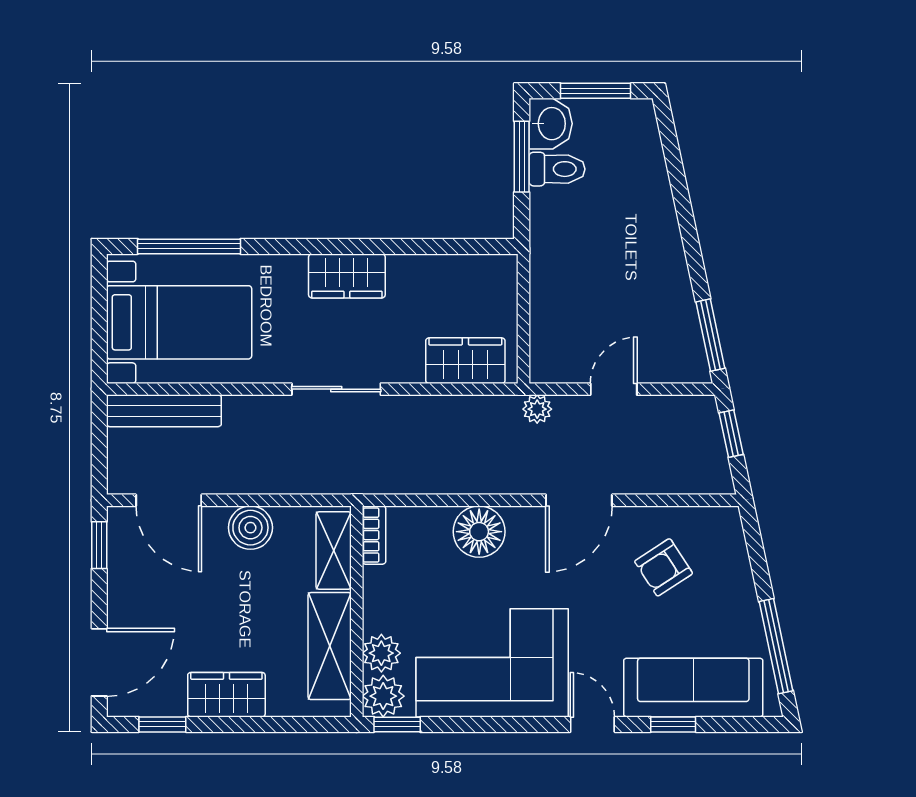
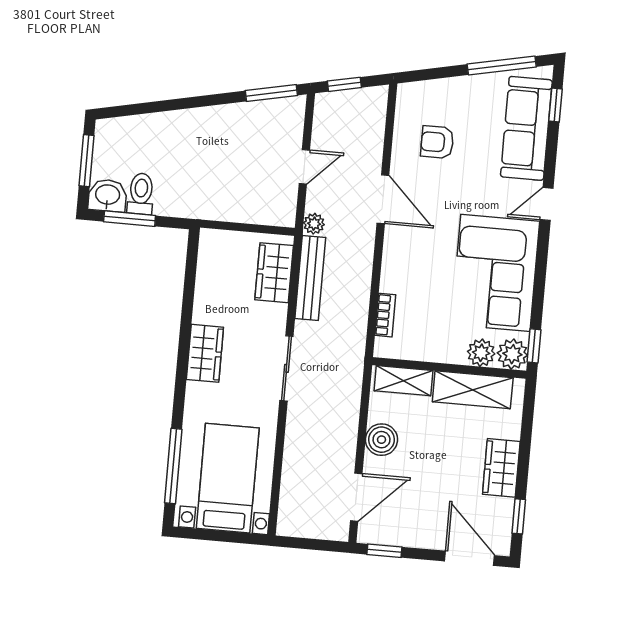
door: (614, 389) -> (304, 167), swing flipped
bench: (164, 411) -> (310, 278), moved
floor lamp: (479, 532) -> (399, 274), removed
bookcase: (374, 535) -> (385, 315), moved, turned 90
armchair: (664, 567) -> (437, 142), turned 123
window: (673, 724) -> (555, 105), moved

